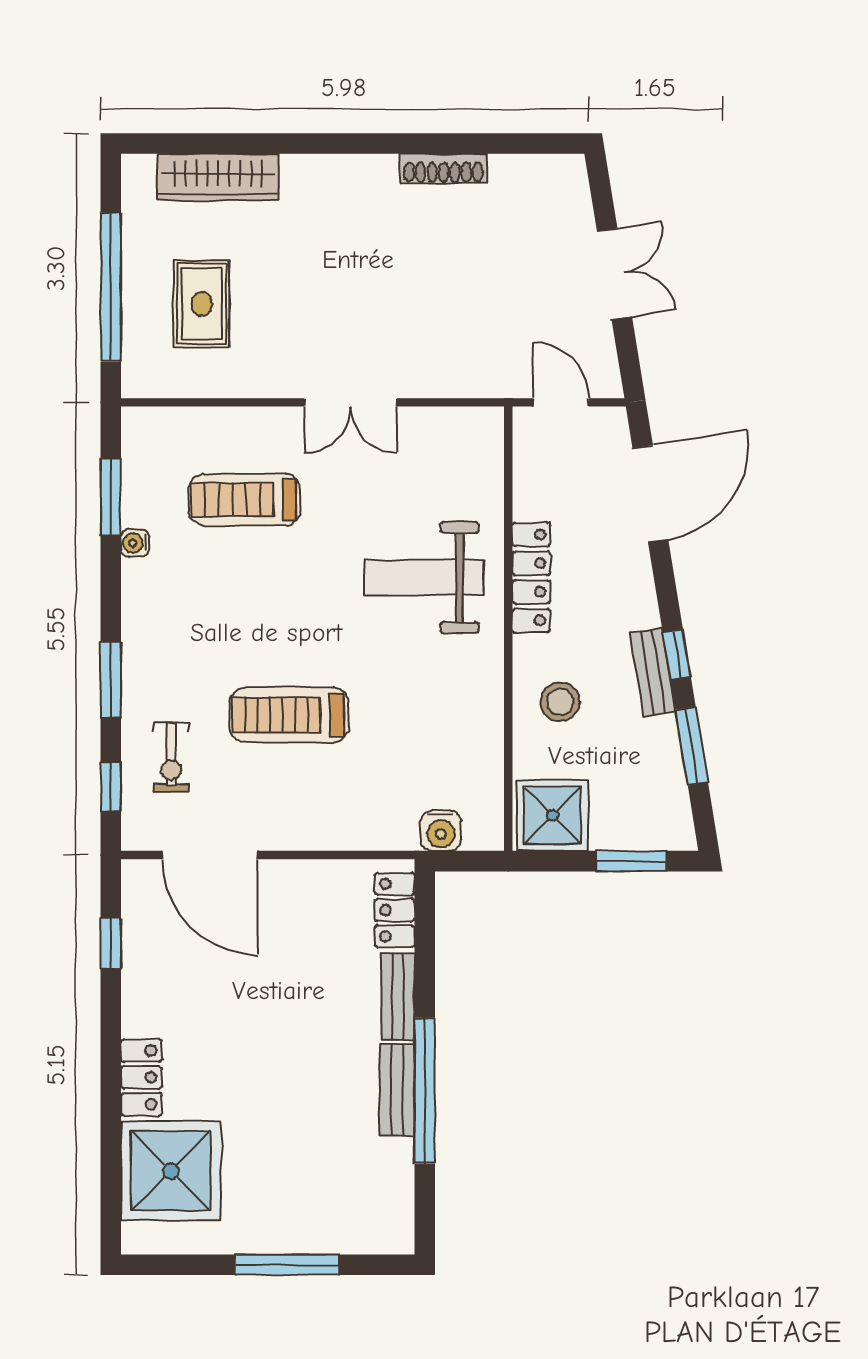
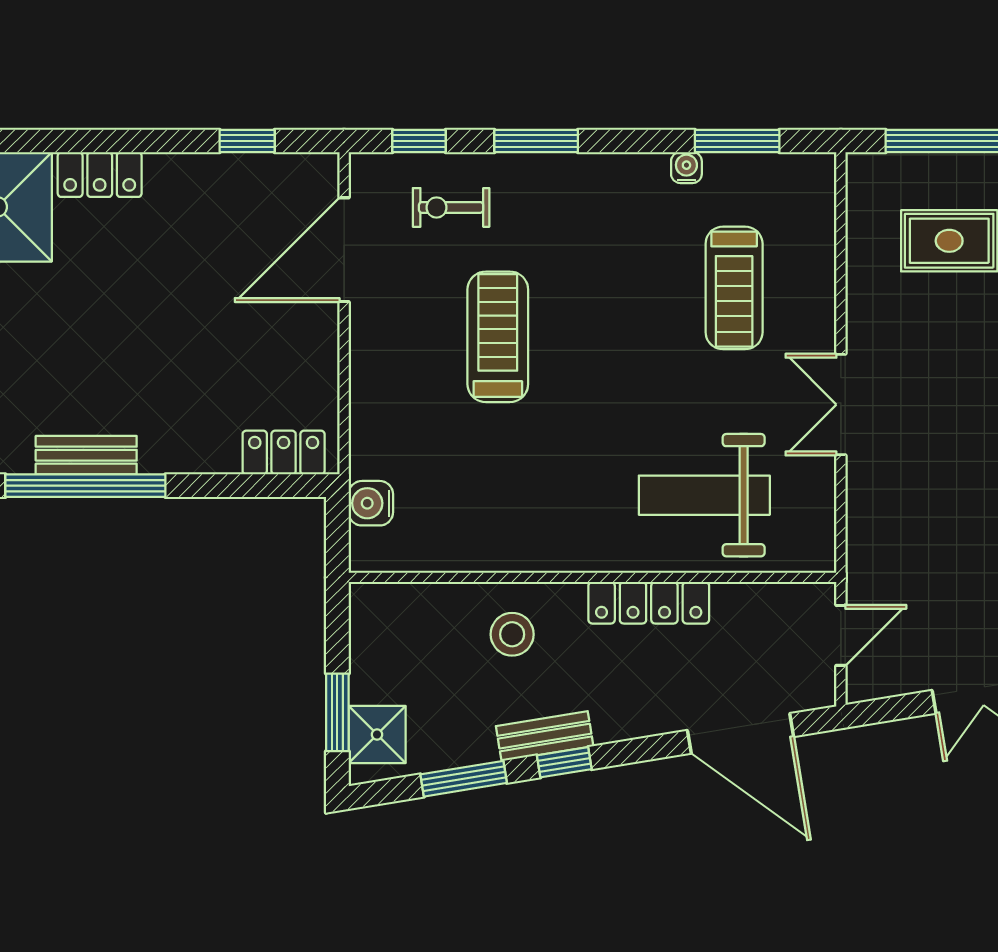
treadmill: (245, 500) -> (734, 288), turned 180
weight bench: (424, 578) -> (704, 495), moved, turned -90
shower: (552, 815) -> (377, 734), moved, width x0.73, depth x0.73
bench: (398, 997) -> (188, 456), removed

